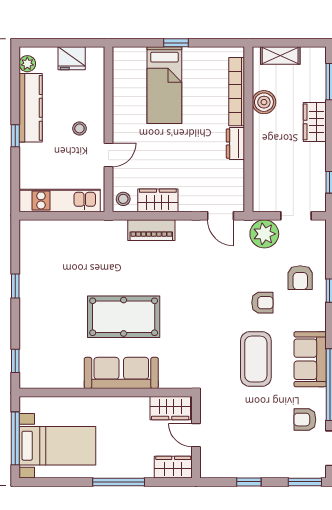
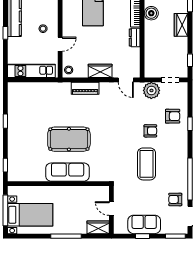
wardrobe: (158, 200) -> (100, 71), moved
armchair: (300, 278) -> (173, 116), turned -90
sofa: (310, 359) -> (144, 224), moved, turned 90
wardrobe: (170, 408) -> (96, 193), removed

